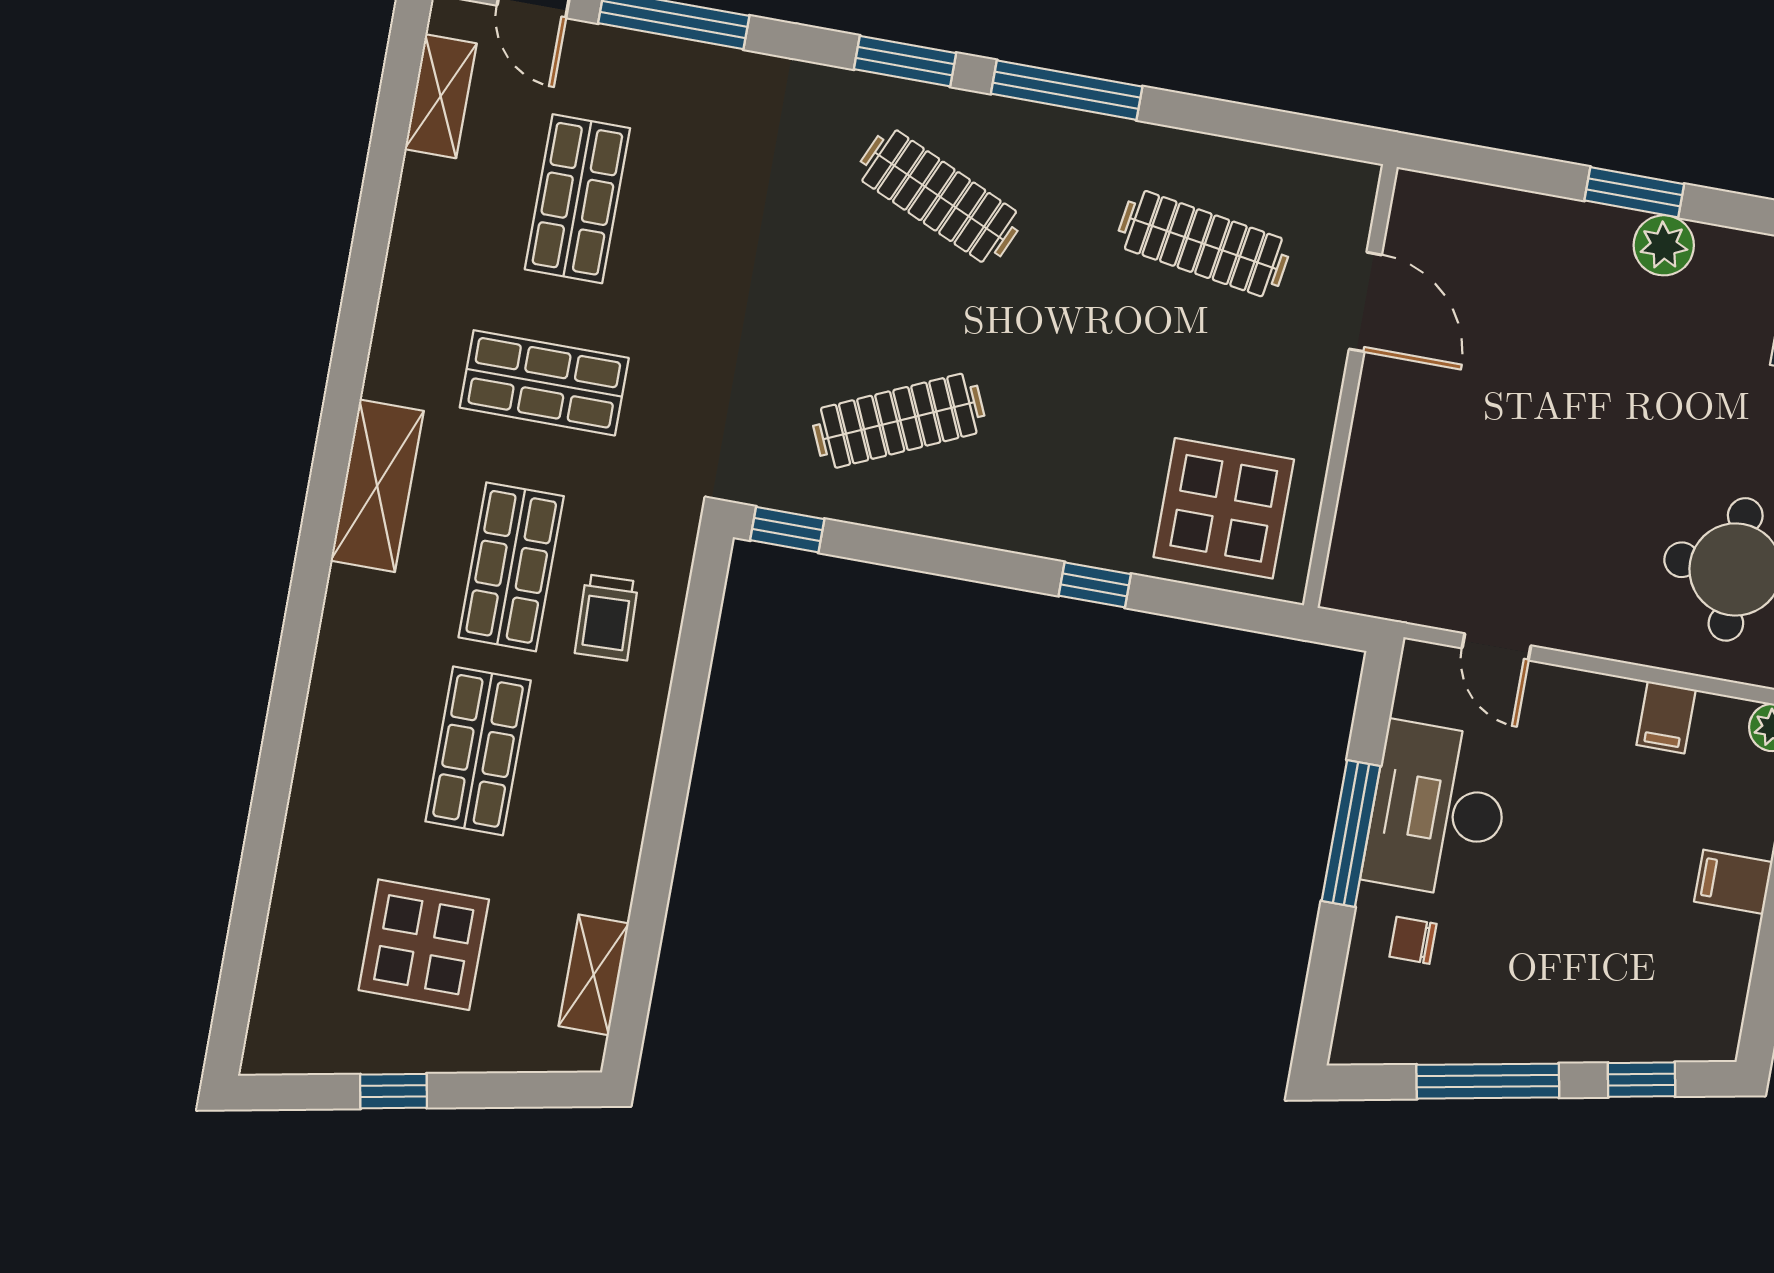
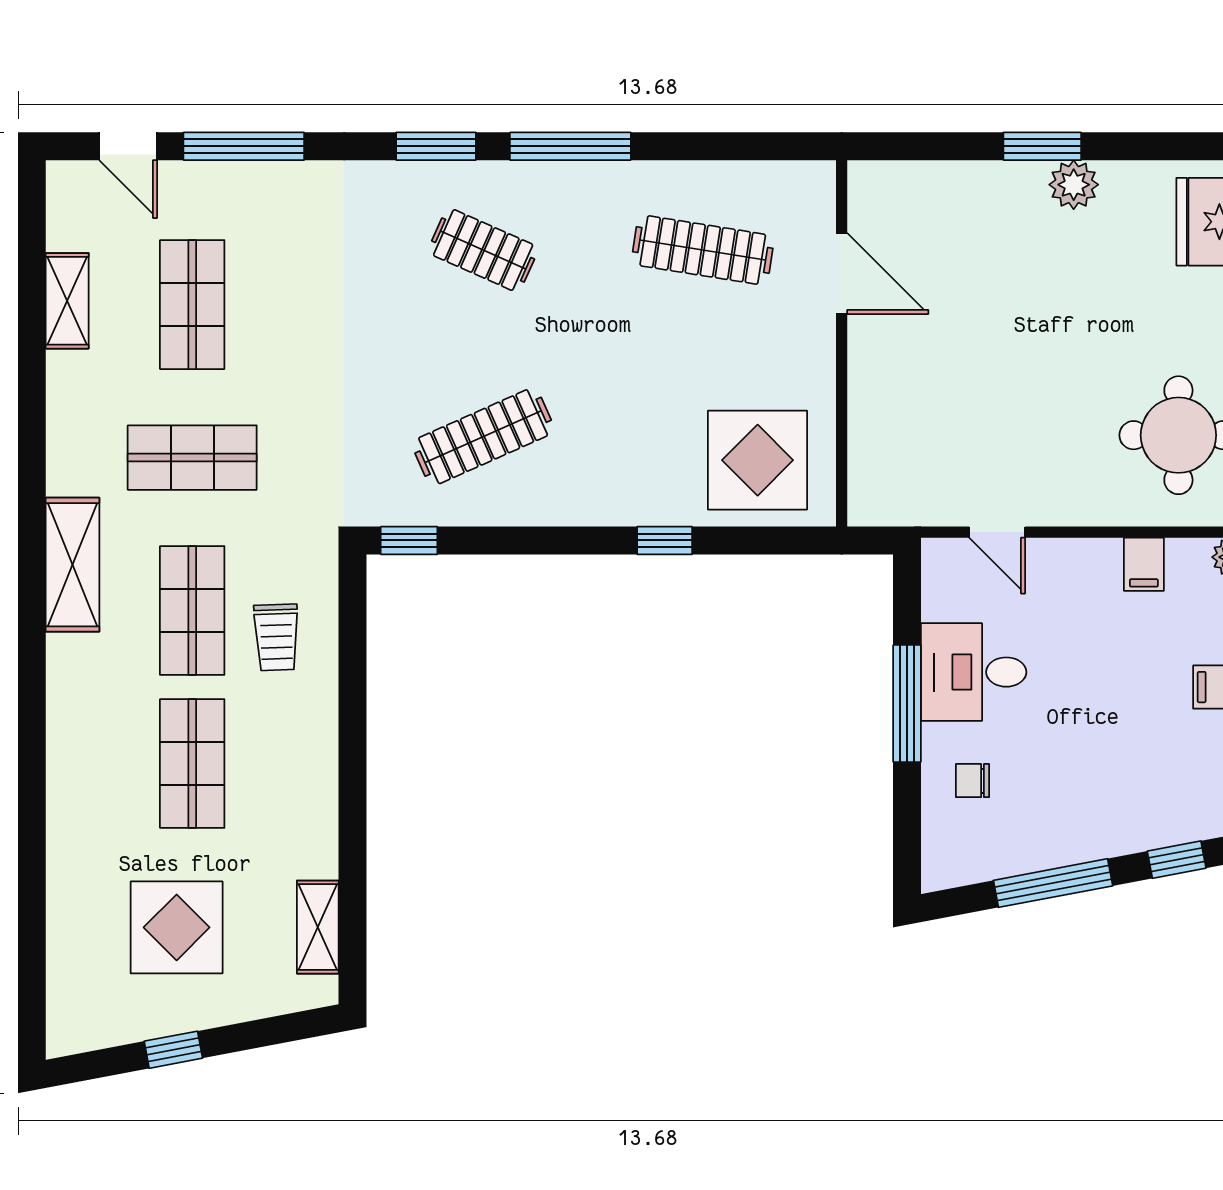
shelving: (441, 96) -> (67, 301), moved
clothes rail: (939, 196) -> (483, 250), width x0.73
desk: (1438, 810) -> (974, 672), width x0.73

